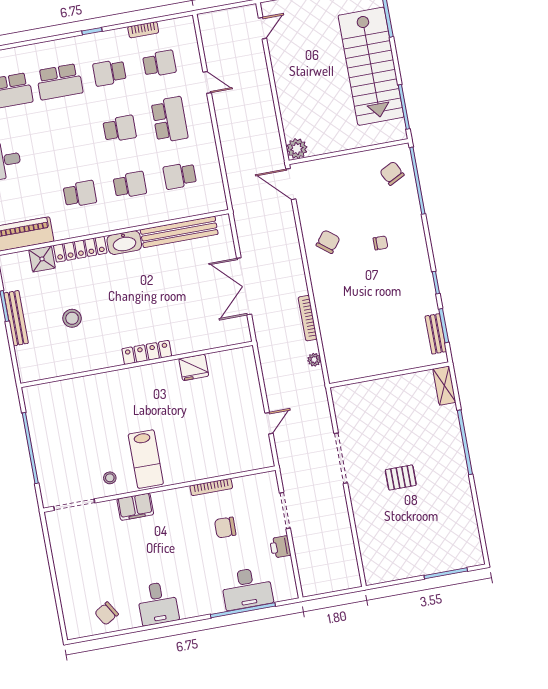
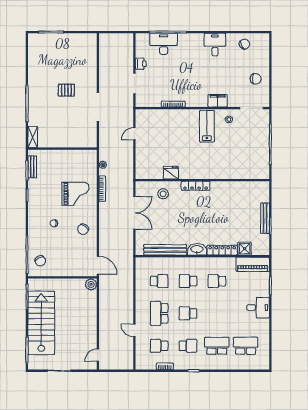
grand piano: (352, 301) -> (75, 194), added
stool: (72, 318) -> (163, 194), moved
chair: (225, 527) -> (256, 79), moved

